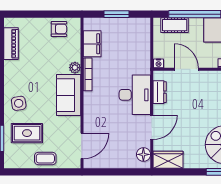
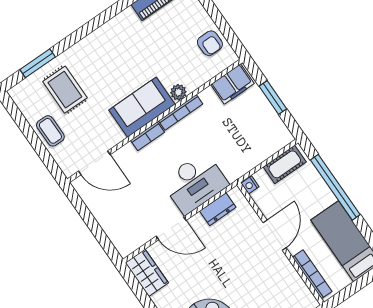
cot: (175, 25) -> (285, 164), moved, turned 90
filing cabinet: (92, 44) -> (232, 84), moved
door: (186, 69) -> (275, 235), moved
side table: (19, 103) -> (92, 56), removed
bookcase: (88, 104) -> (147, 136), added
floor lamp: (143, 154) -> (133, 240), removed

